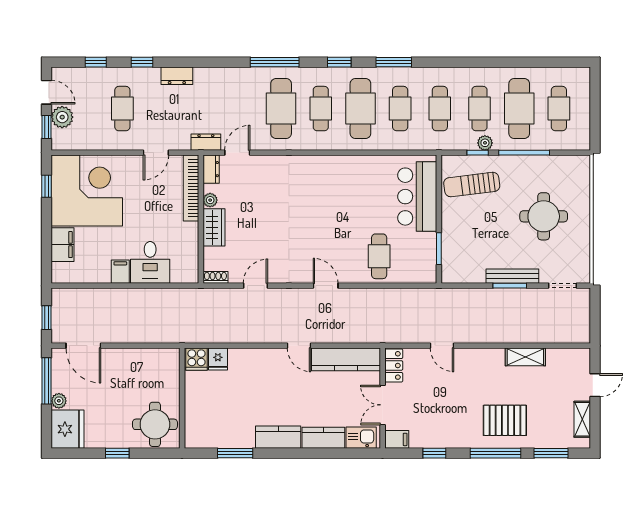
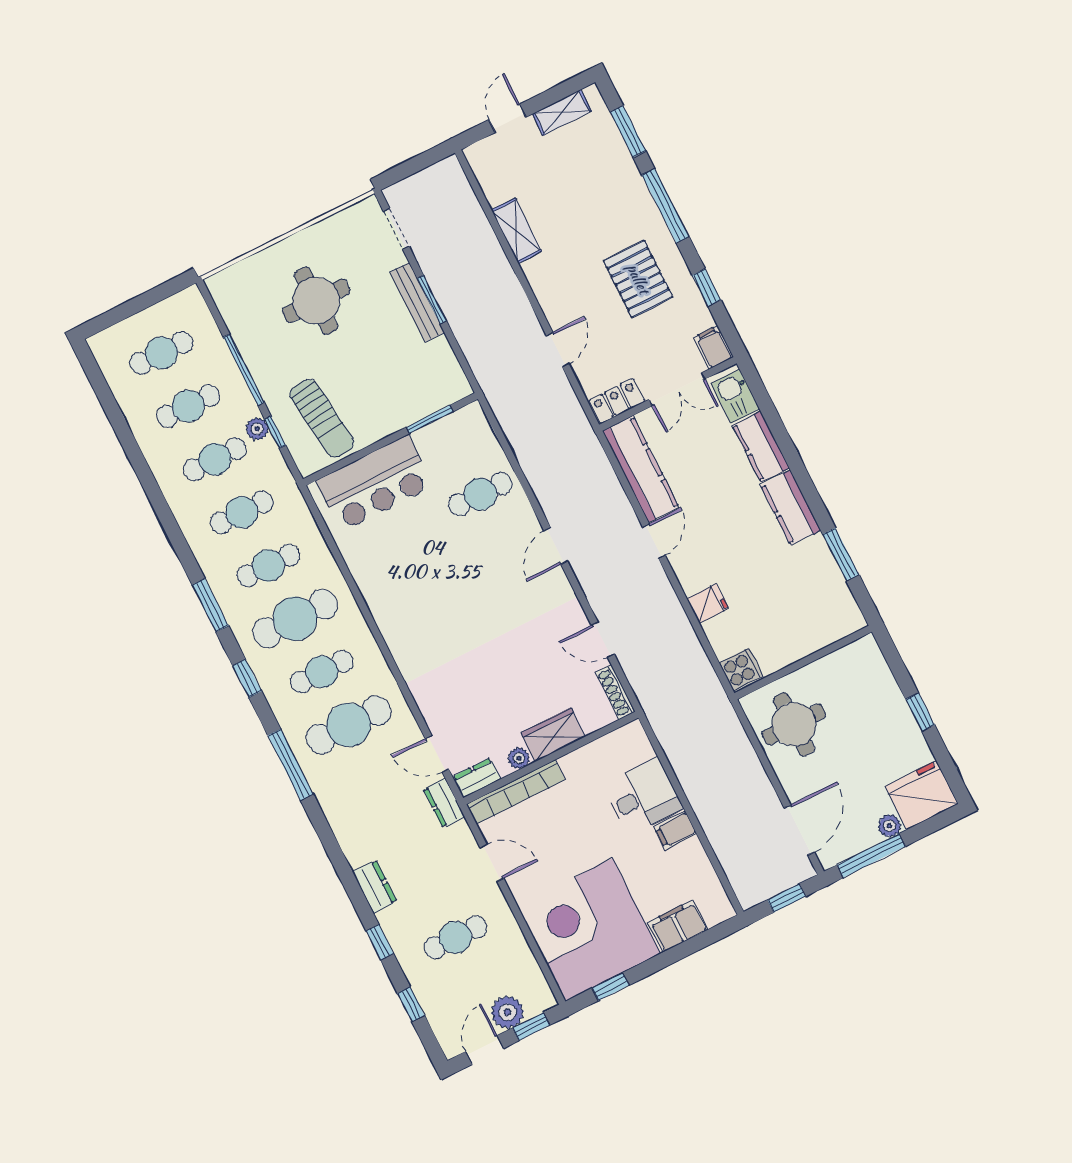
cafe table: (519, 109) -> (188, 406), width x0.73, depth x0.74
shoe rack: (215, 277) -> (615, 692), width x1.43
fridge: (218, 359) -> (708, 604), moved
door: (595, 385) -> (507, 118), hinge flipped
pallet: (505, 420) -> (638, 279), moved
round table: (155, 424) -> (794, 724), moved

